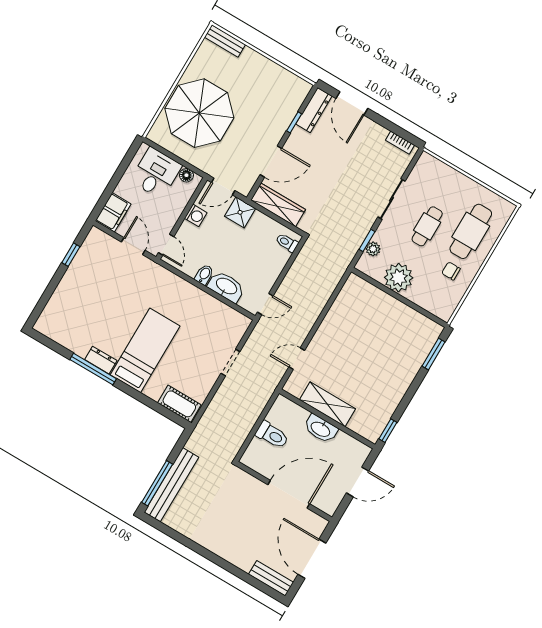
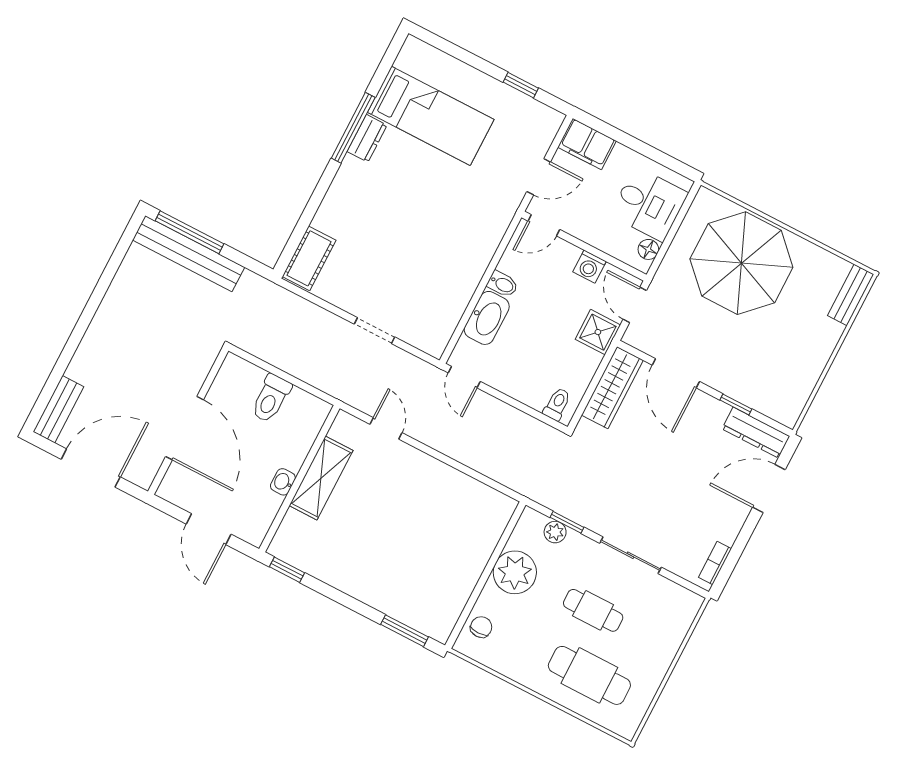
chair: (451, 271) -> (481, 627), moved
bed: (145, 350) -> (431, 116), moved
washbasin: (321, 429) -> (283, 482), width x0.52, depth x0.69

